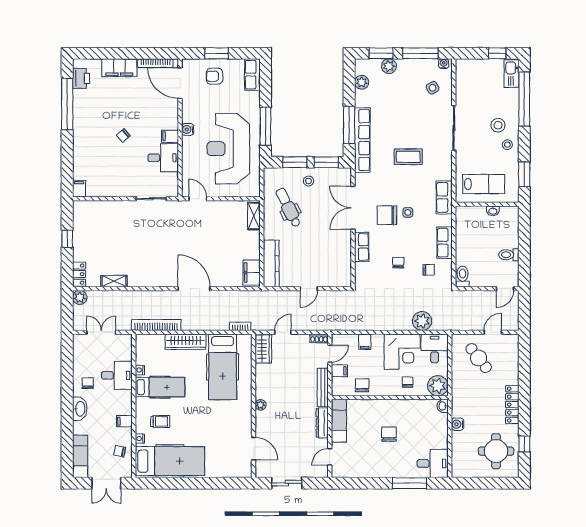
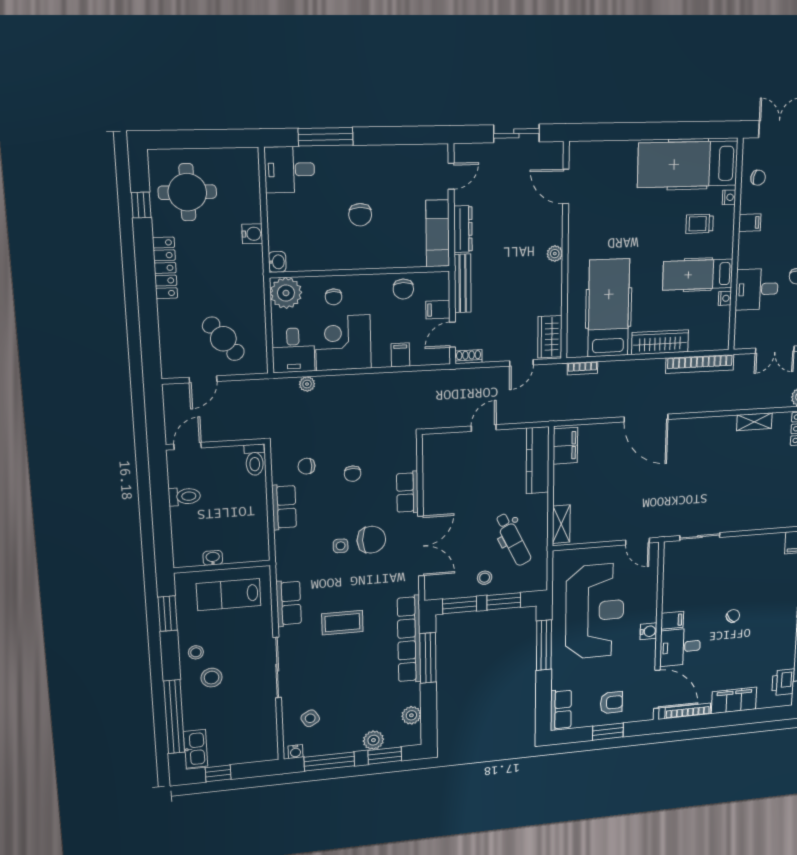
desk: (163, 158) -> (680, 647), moved
row of seats: (444, 197) -> (289, 603), moved
plant: (422, 321) -> (307, 384), width x0.53, depth x0.53

